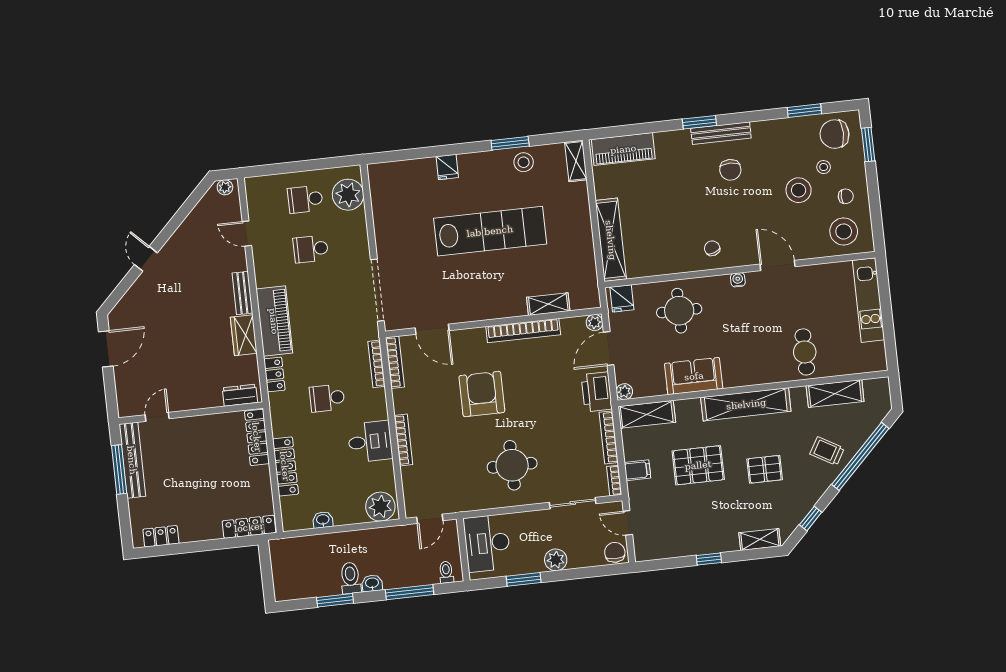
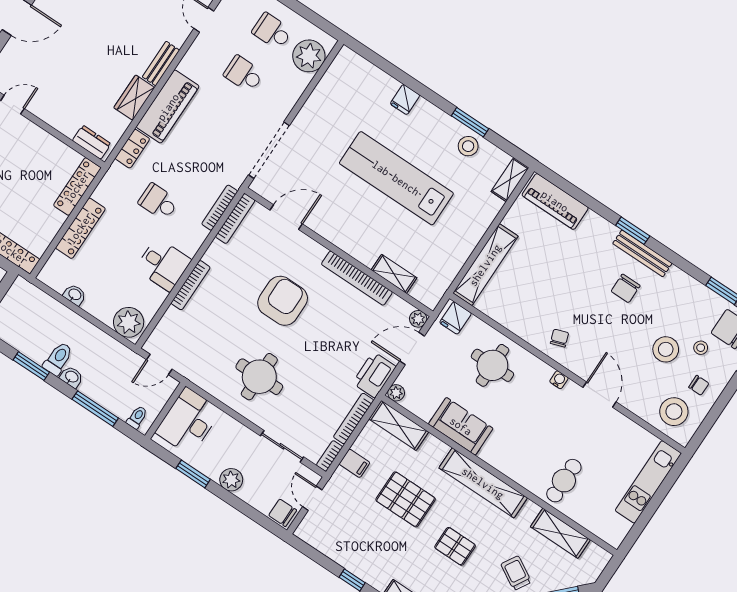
lab bench: (490, 231) -> (396, 178), turned 180
door: (432, 329) -> (286, 217), swing flipped
chair: (615, 552) -> (283, 513), turned -90

